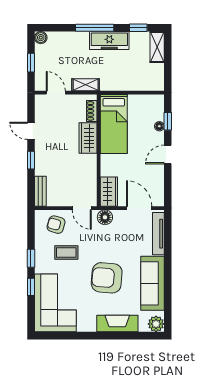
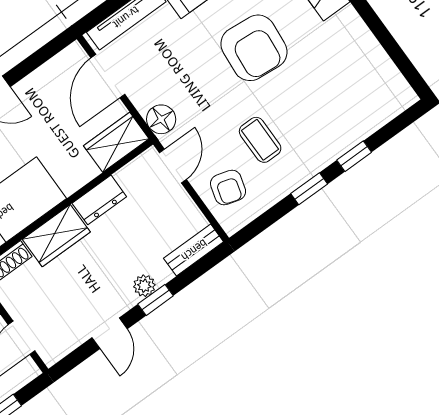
plant: (40, 160) -> (144, 286), added
dresser: (90, 167) -> (99, 200), added
corner sofa: (55, 303) -> (351, 100), removed

